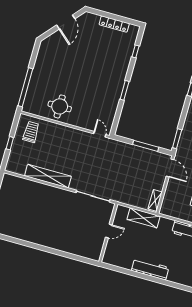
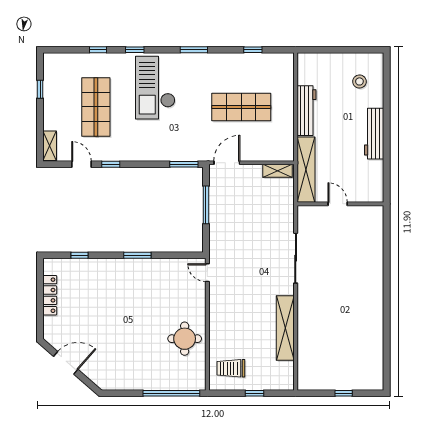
door: (100, 134) -> (207, 273), hinge flipped
shelving: (144, 218) -> (306, 170), width x1.47
door: (109, 231) -> (338, 204), moved
wall: (108, 233) -> (340, 204), moved
workbench: (150, 269) -> (374, 134), moved

